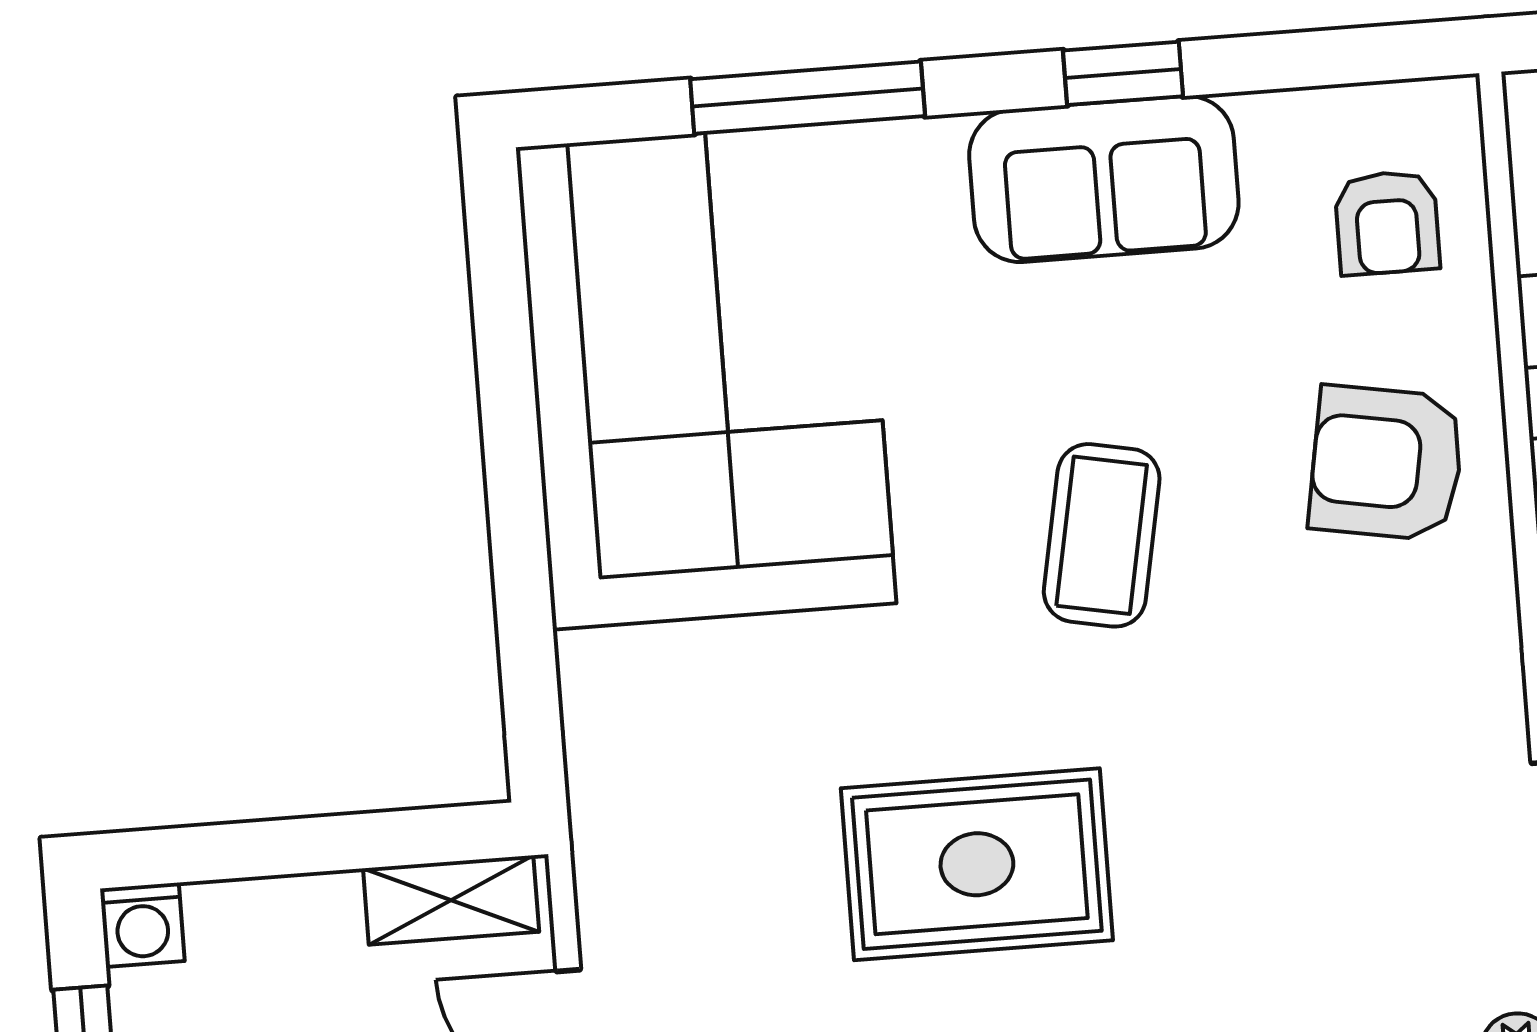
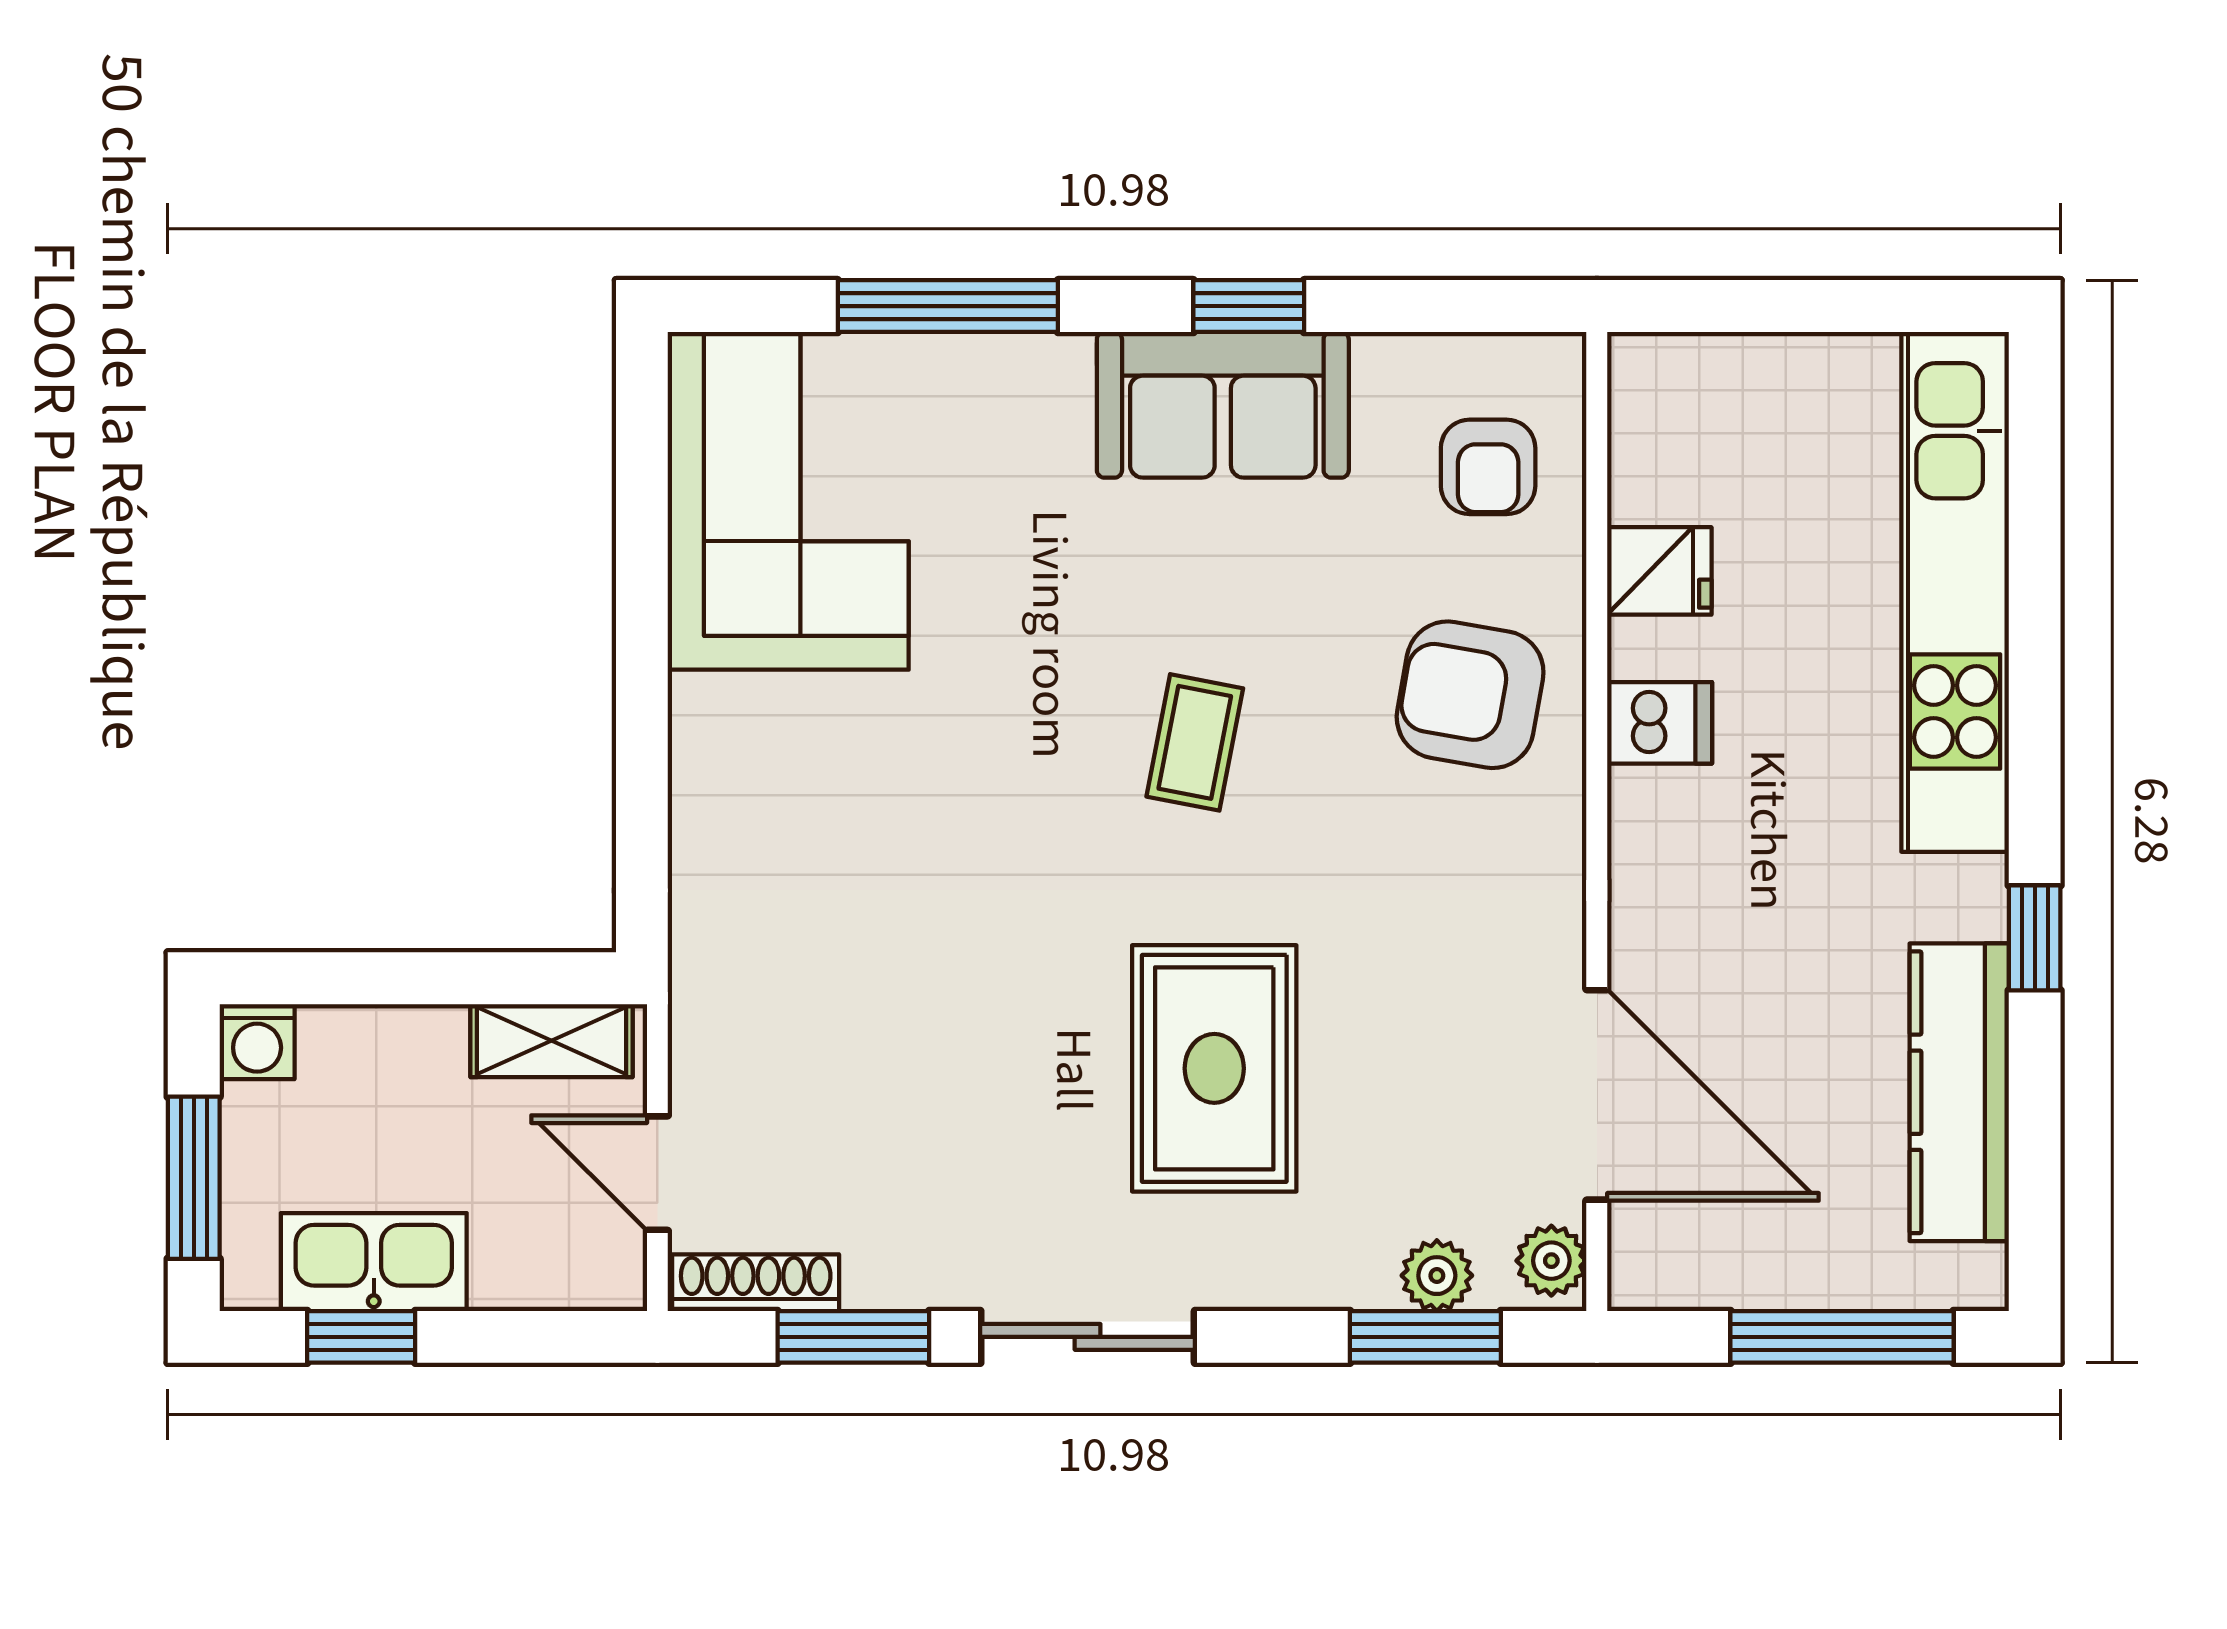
corner sofa: (706, 375) -> (788, 501), width x0.73, depth x0.74
coffee table: (1102, 535) -> (1195, 742), width x0.73, depth x0.77
rug: (977, 864) -> (1214, 1068), moved, turned 90

